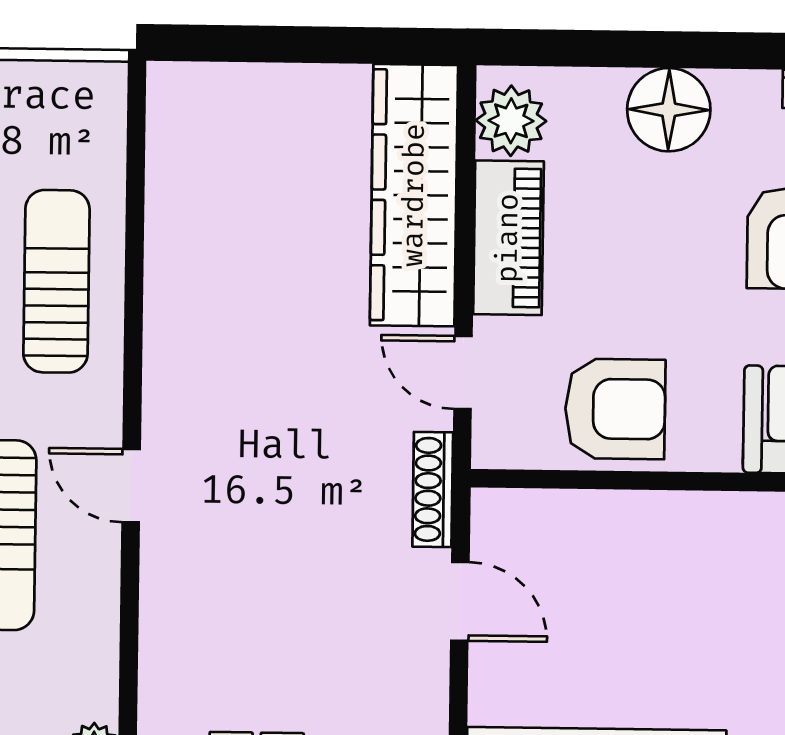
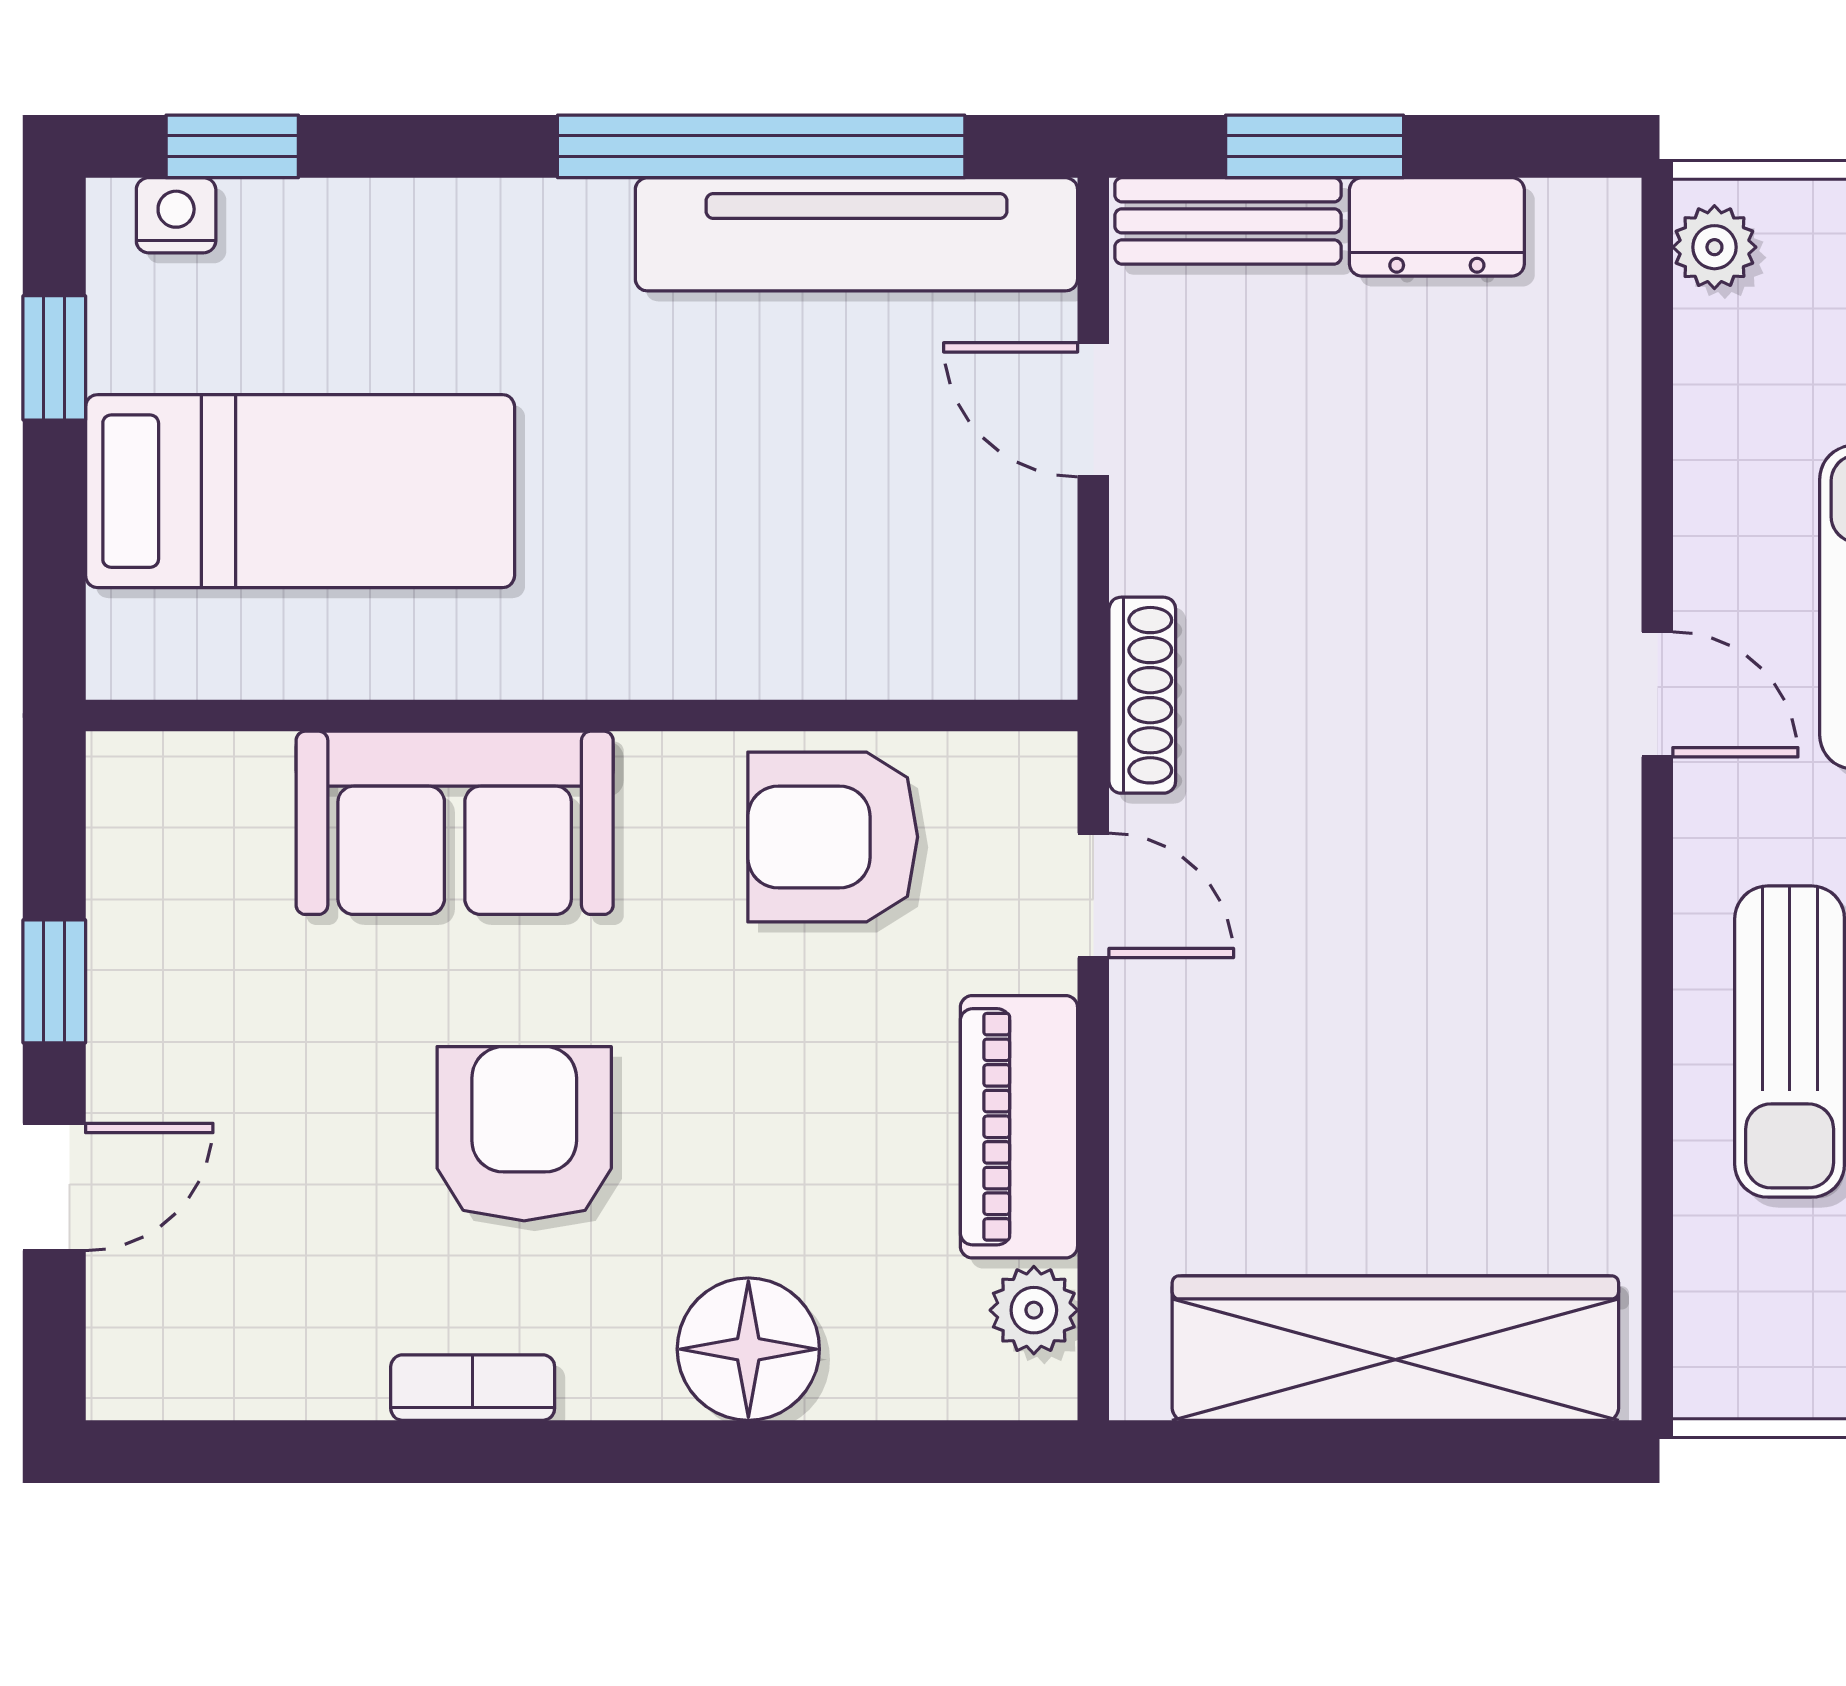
plant: (511, 121) -> (1034, 1310), width x0.73, depth x0.73
wardrobe: (414, 195) -> (1395, 1348), moved, turned -90
door: (460, 601) -> (1093, 410), moved

